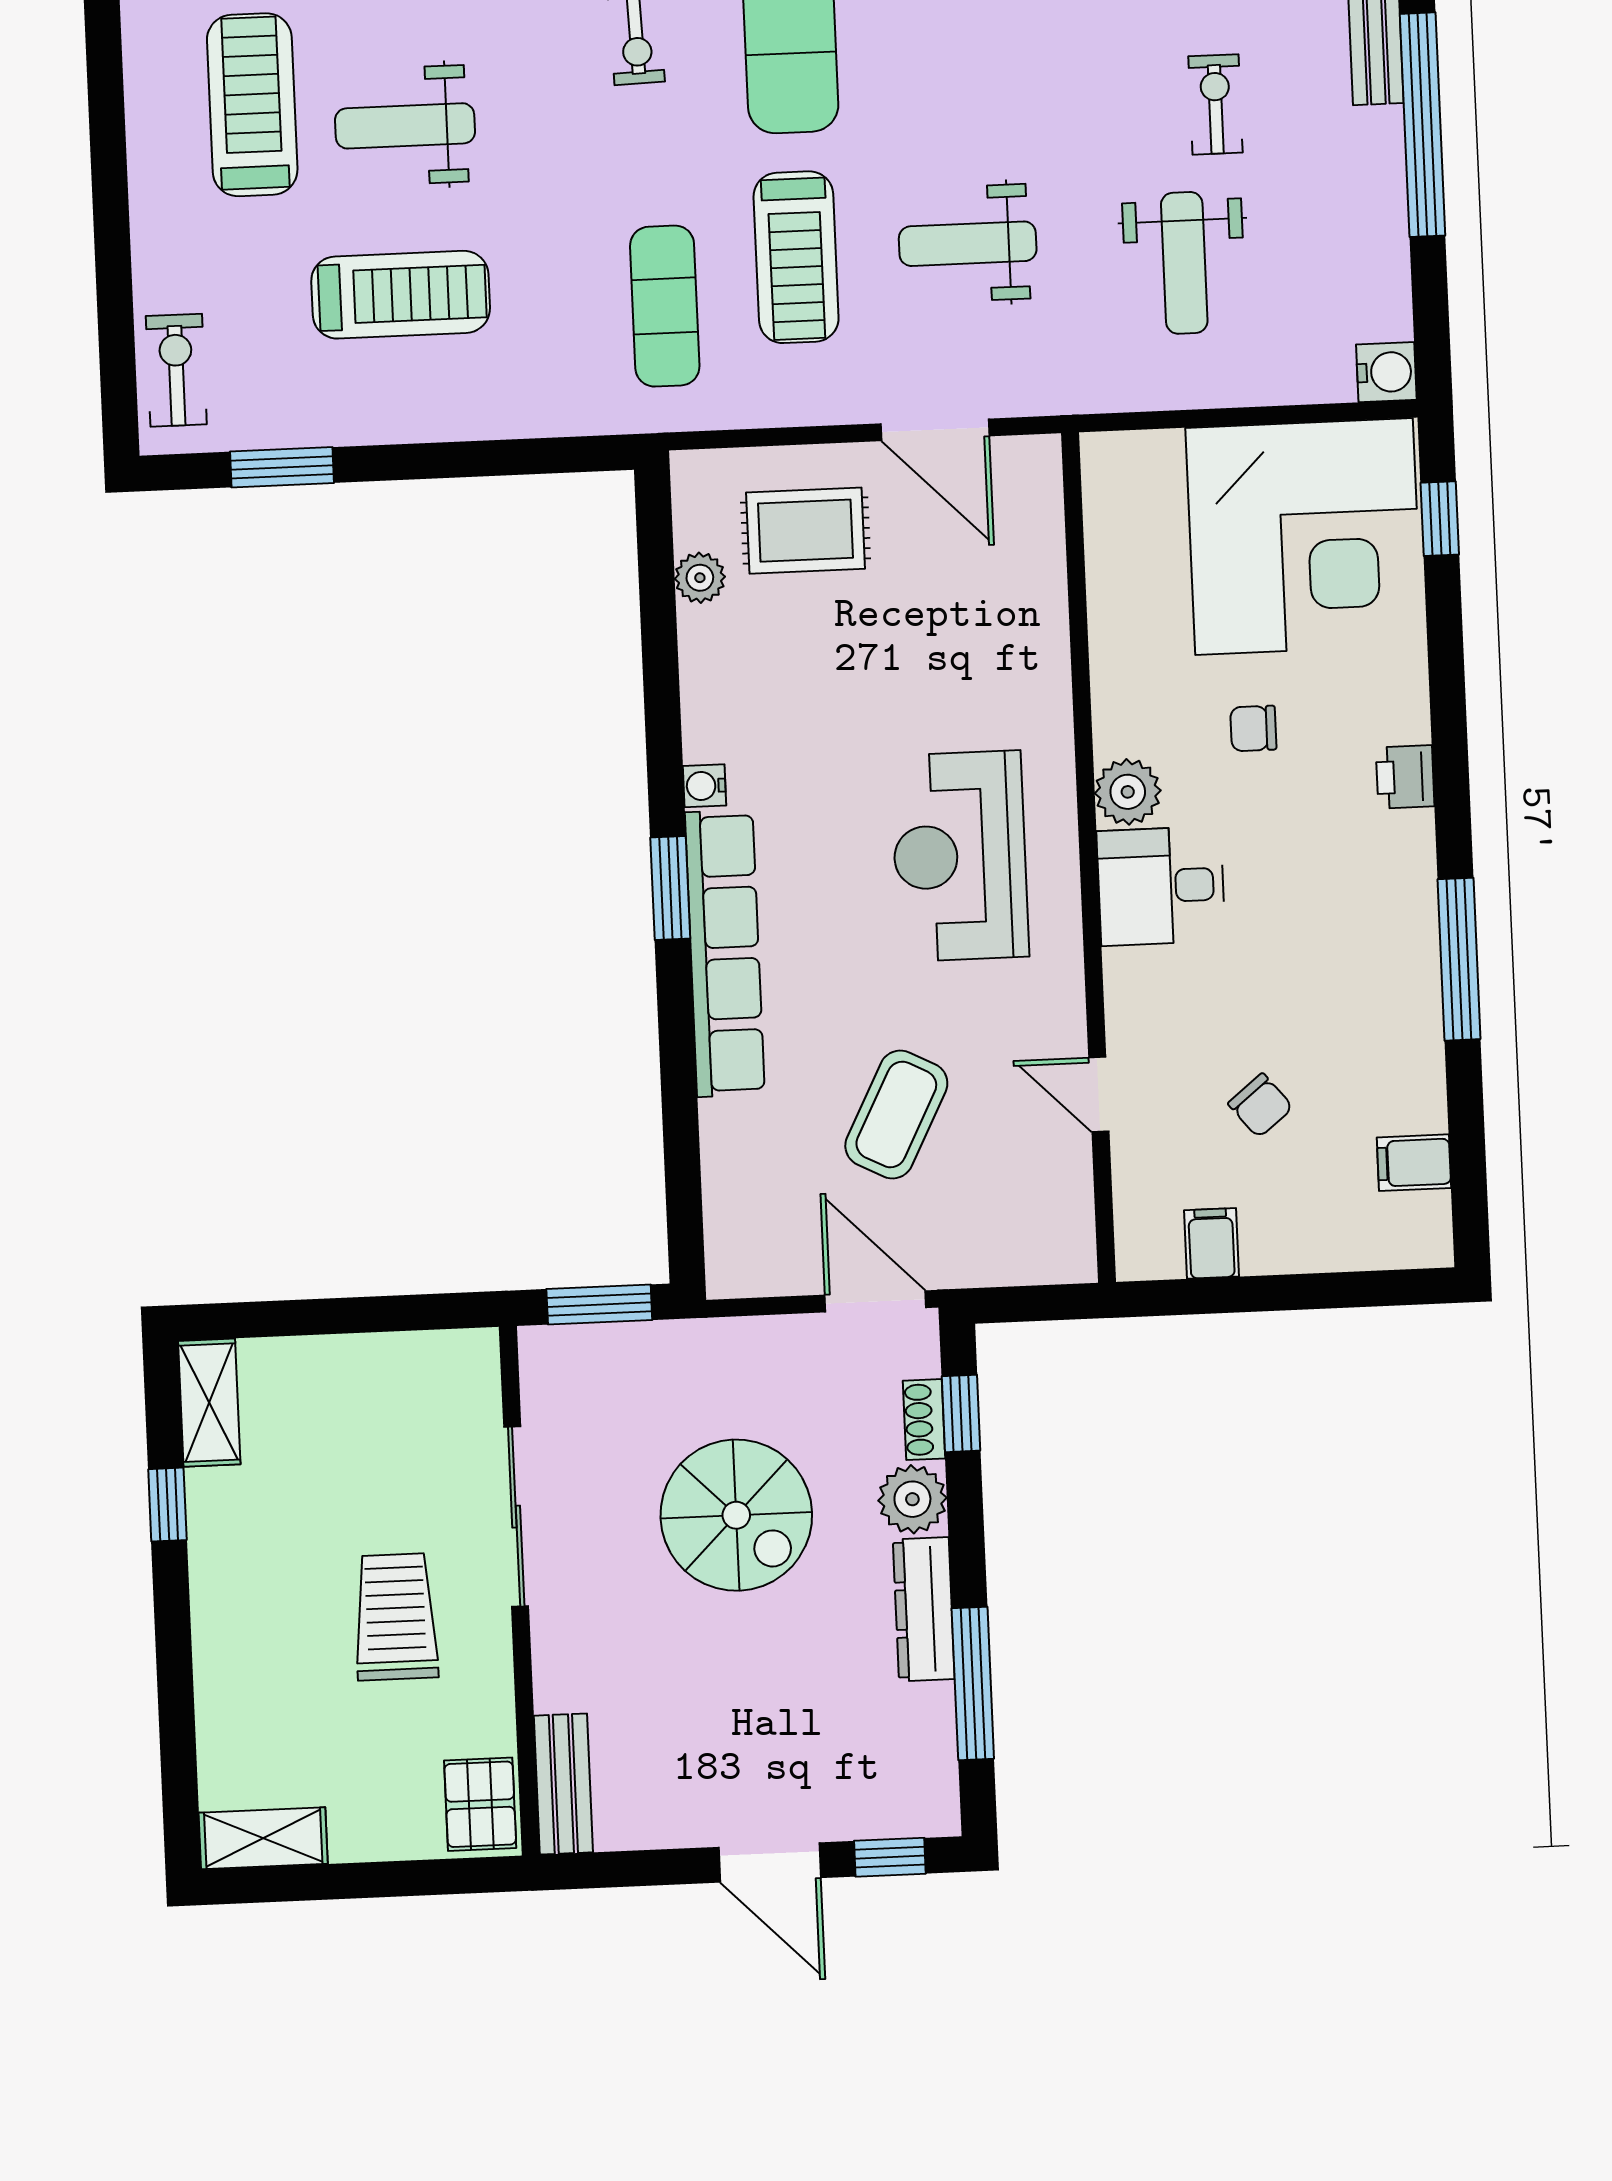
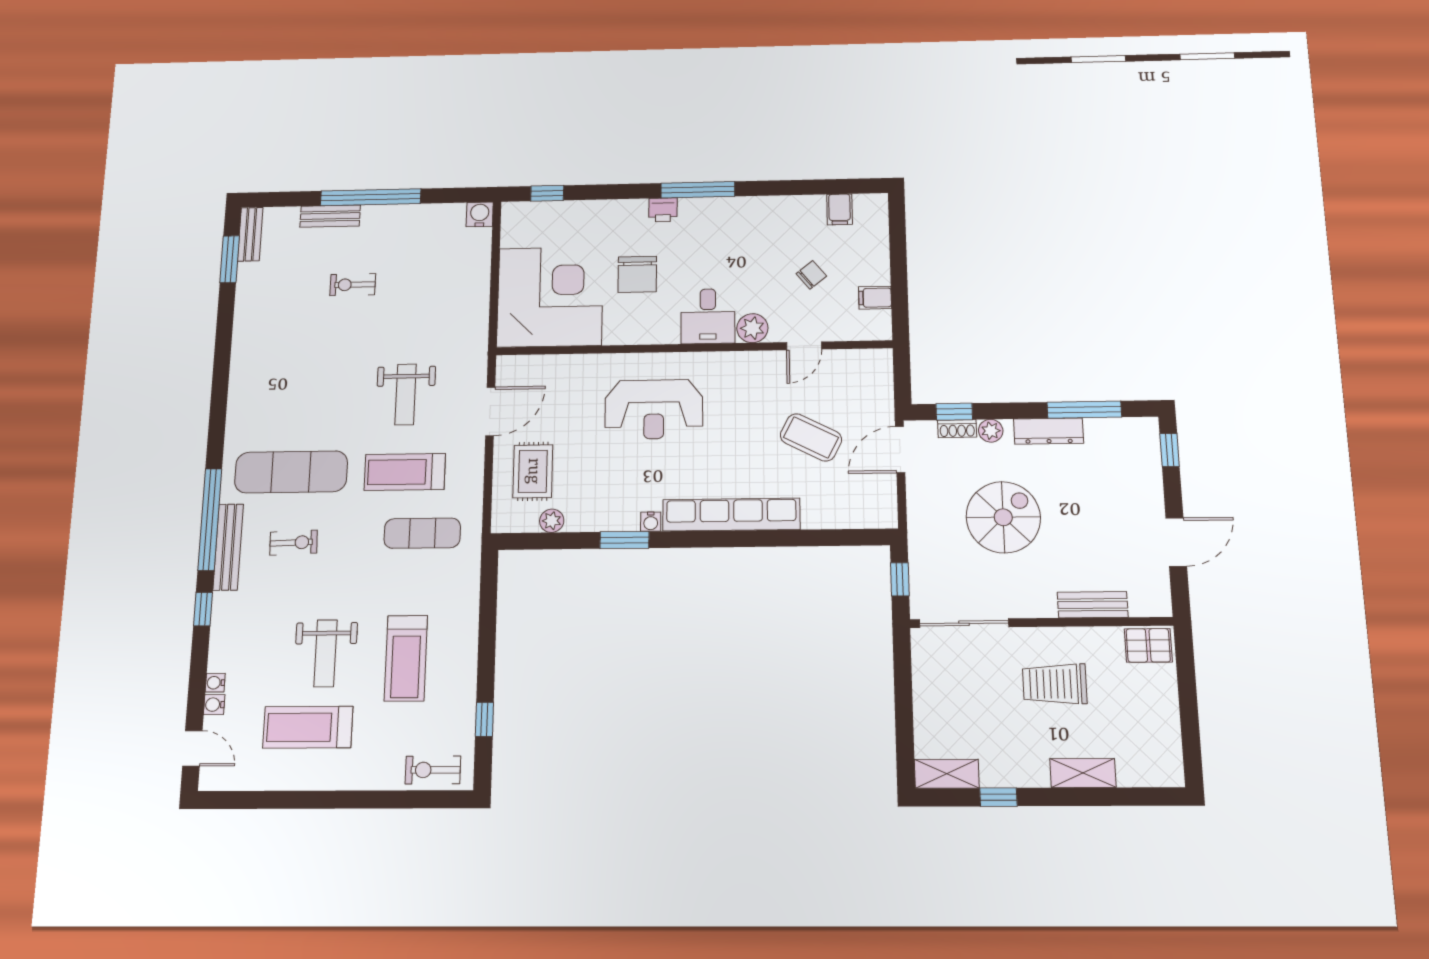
treadmill: (796, 257) -> (405, 472), turned 180
weight bench: (1184, 263) -> (423, 300), removed
treadmill: (401, 295) -> (406, 658), turned 180
window: (282, 467) -> (484, 719), width x0.67
corner desk: (1304, 537) -> (550, 297), moved
chair: (1253, 728) -> (637, 274), width x1.87, depth x1.87
plant: (1128, 792) -> (752, 328), moved
reception desk: (960, 856) -> (654, 409), moved
window: (670, 888) -> (624, 540), moved
window: (1459, 959) -> (698, 190), moved
window: (599, 1305) -> (900, 579), width x0.67
plant: (912, 1499) -> (991, 431), width x0.73, depth x0.73
sliding door: (516, 1517) -> (964, 623), moved
bench: (563, 1784) -> (1093, 605), moved
shelving: (263, 1838) -> (1083, 773), moved, turned 90
door: (770, 1862) -> (1176, 542), moved

